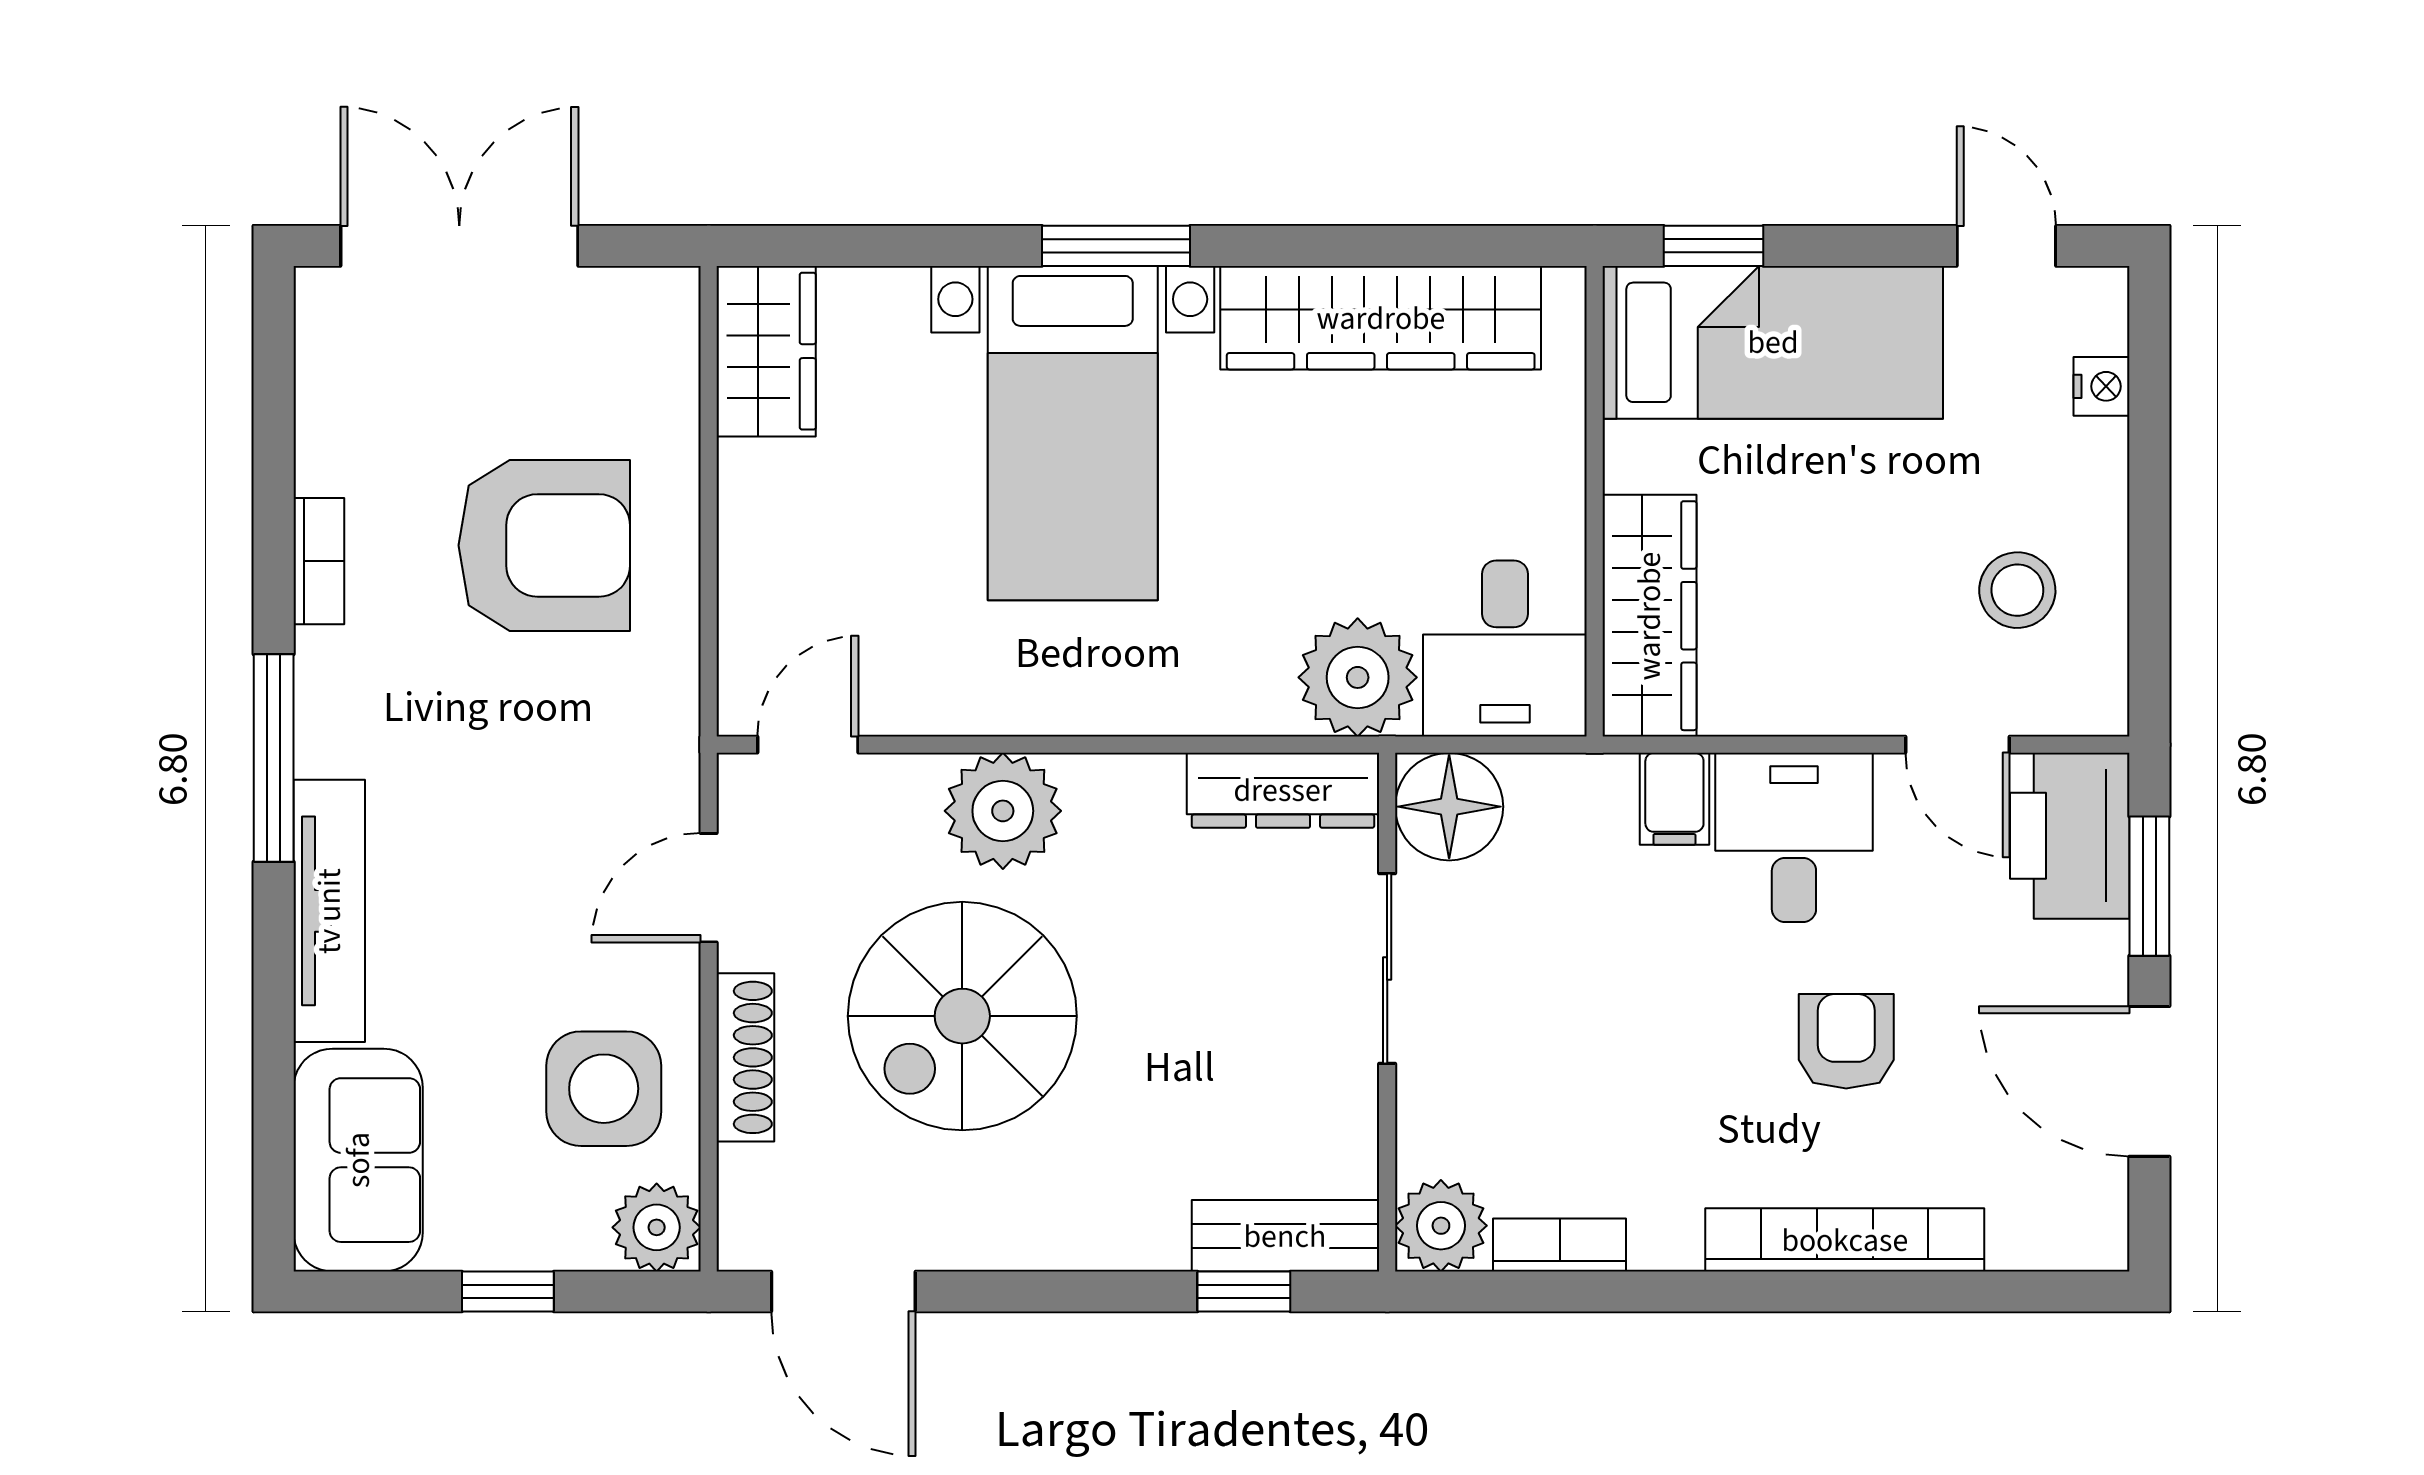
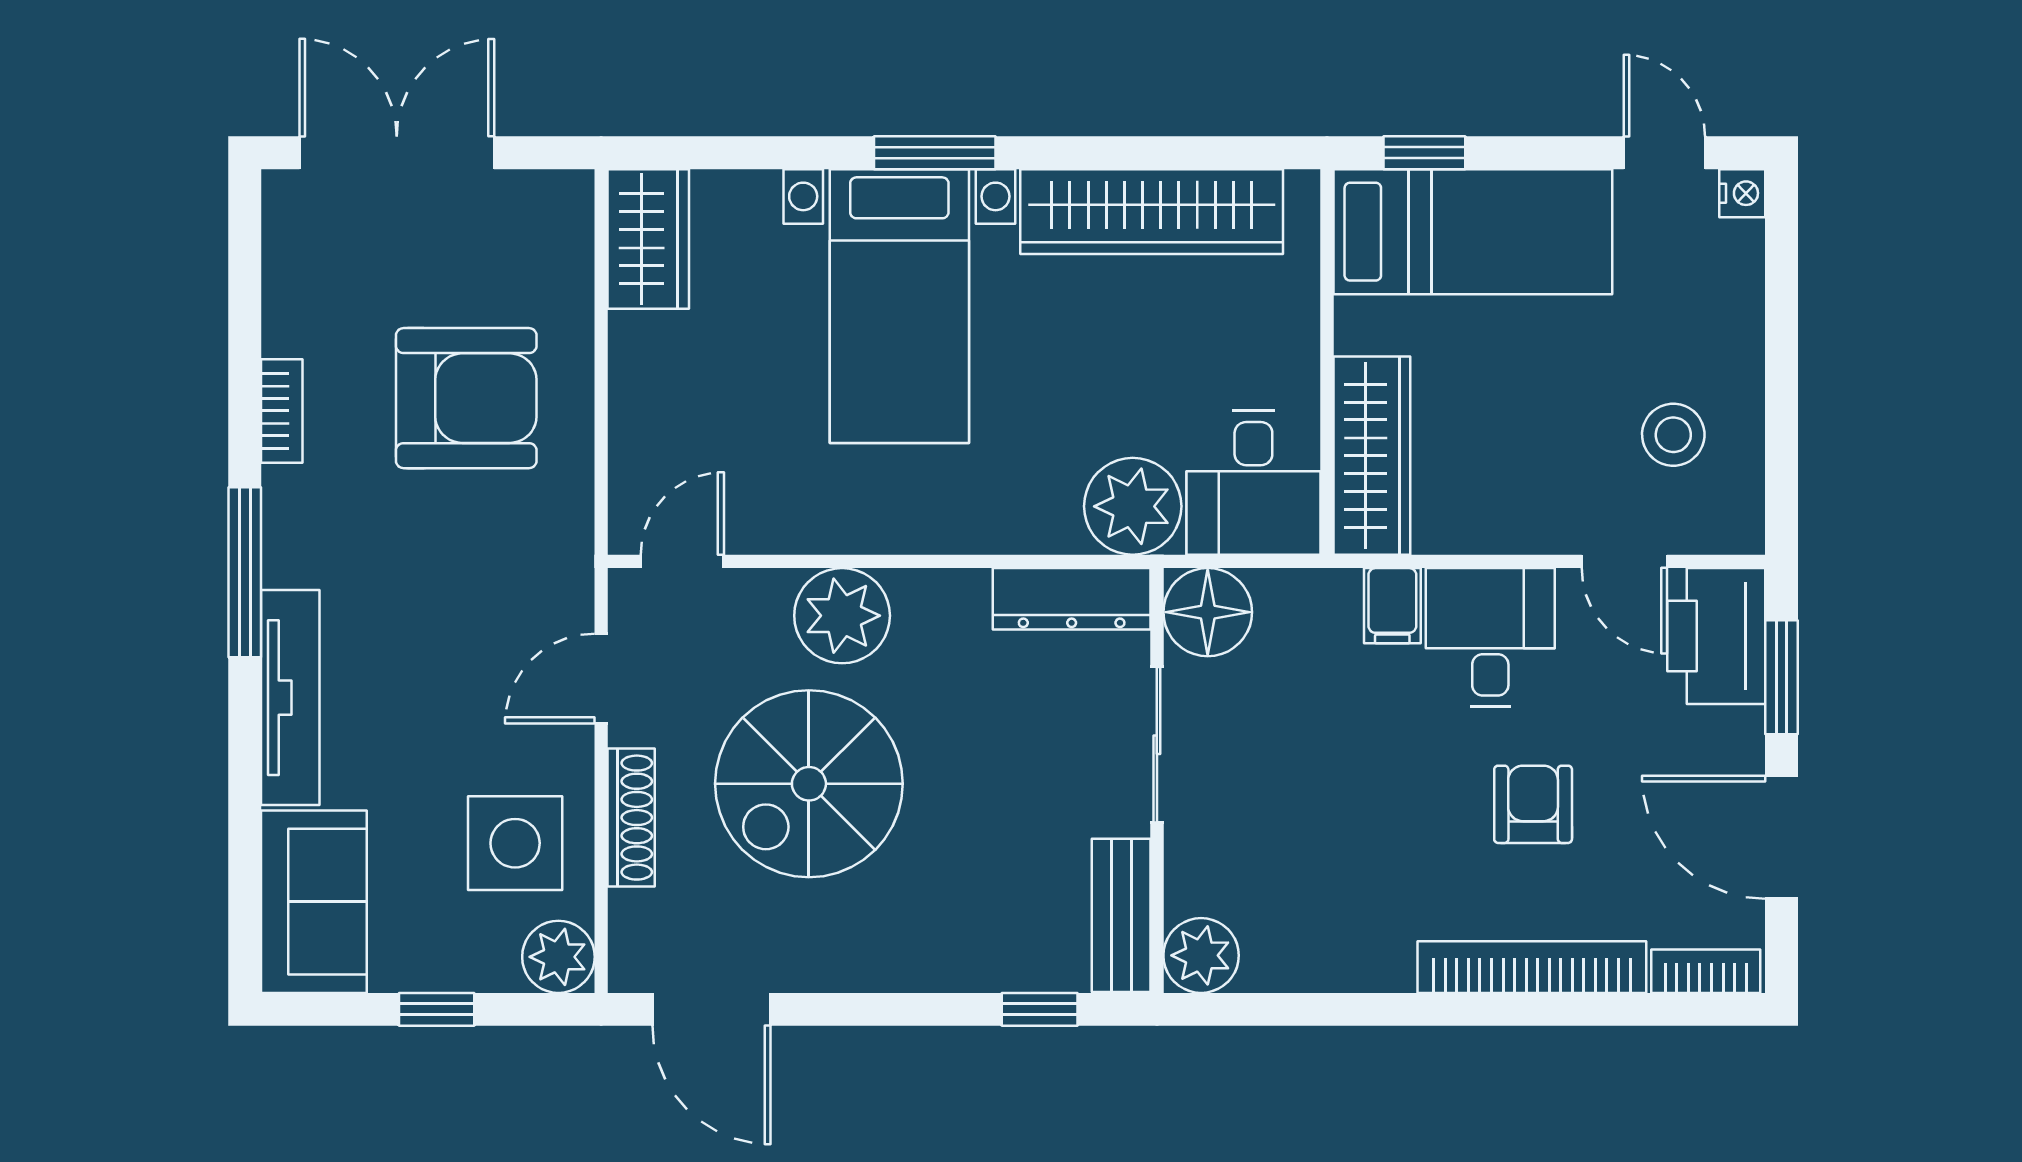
nightstand: (2102, 386) -> (1742, 193), moved
bench: (1285, 1236) -> (1121, 915), moved, turned 90
bookcase: (1560, 1245) -> (1706, 971), moved

